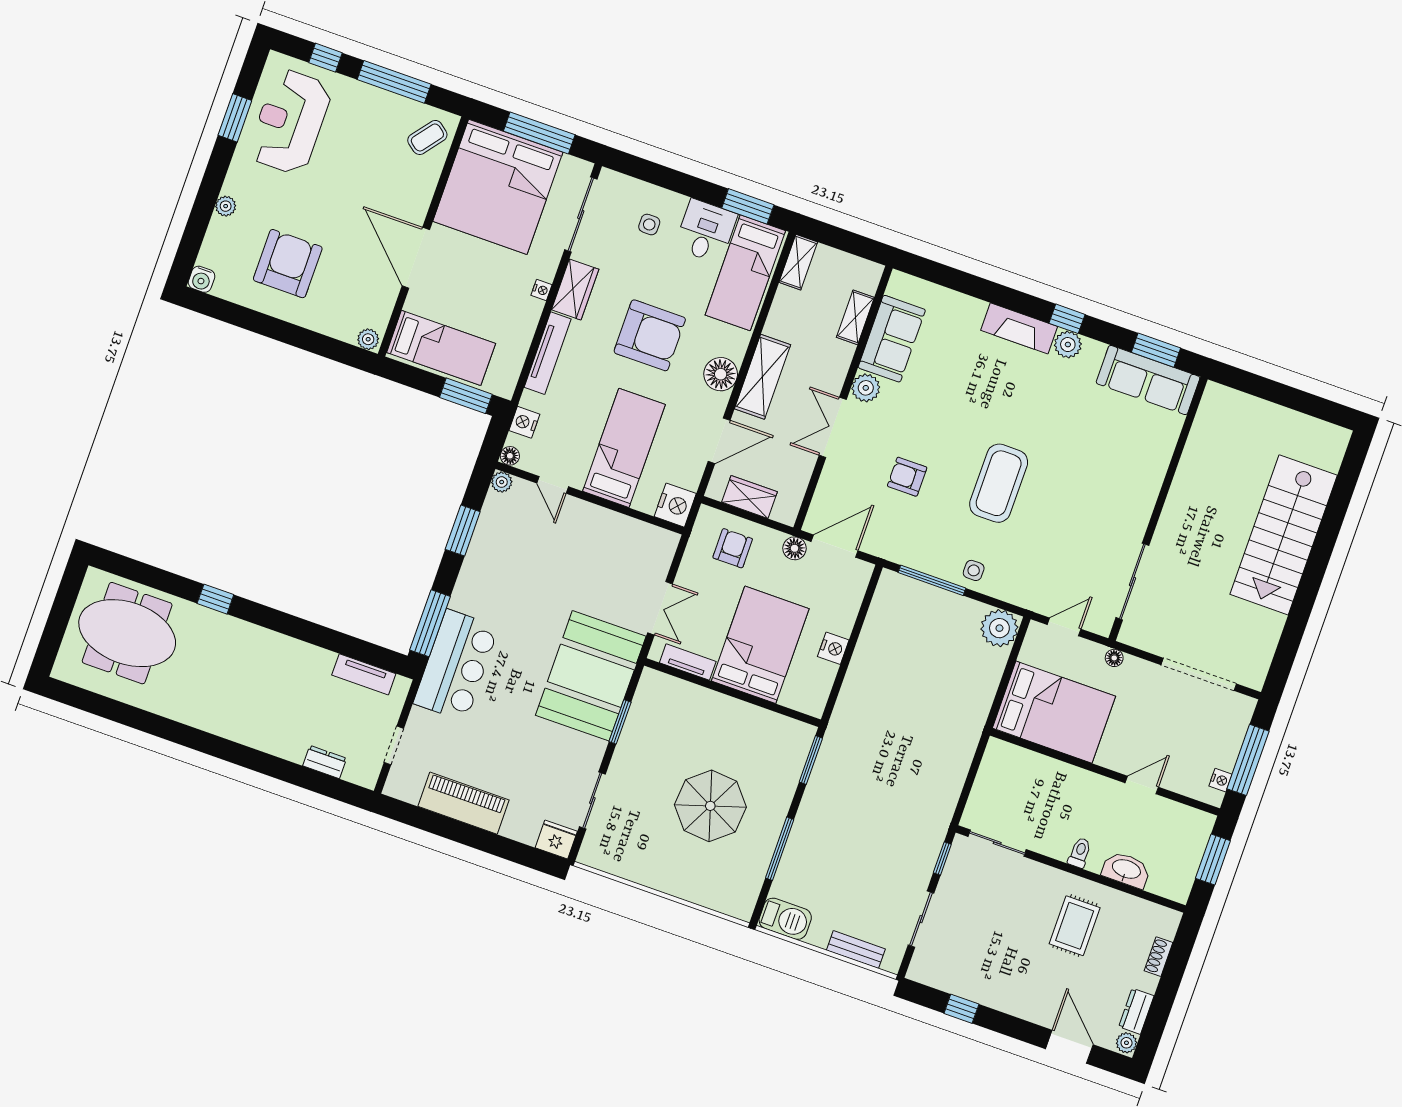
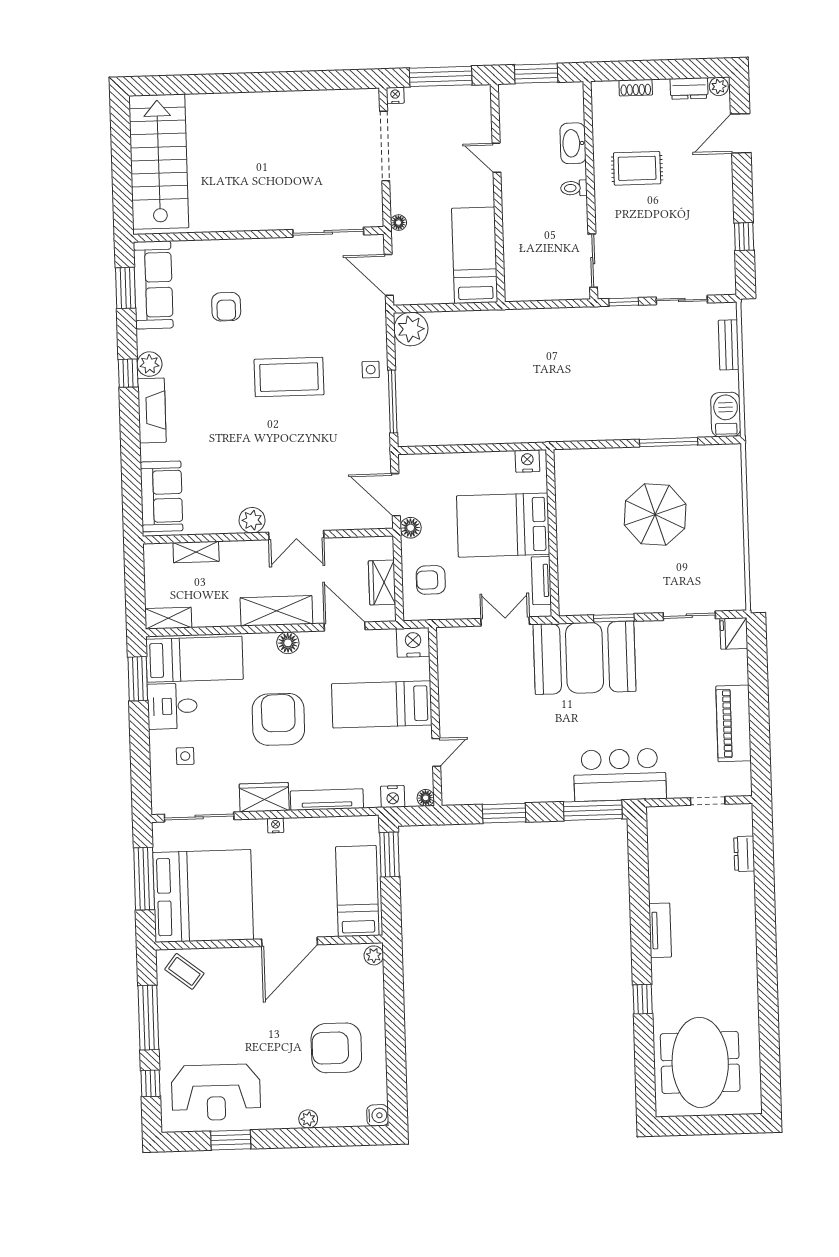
sofa: (892, 339) -> (162, 496), moved, turned 90
floor lamp: (721, 374) -> (288, 643), width x0.73, depth x0.73
armchair: (907, 477) -> (226, 307), moved
plant: (502, 482) -> (450, 796), removed
stairs: (1284, 535) -> (159, 162), moved, turned -90
door: (1064, 627) -> (389, 275), width x1.38
nightstand: (833, 648) -> (527, 461), moved
tv unit: (364, 674) -> (660, 930), moved
bed: (1054, 712) -> (475, 255), width x0.67
window: (811, 760) -> (584, 445), removed
nightstand: (1220, 780) -> (395, 95), moved

